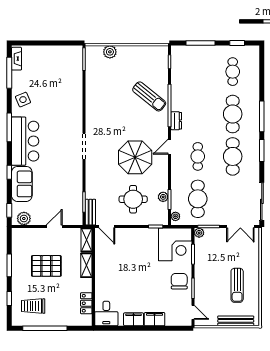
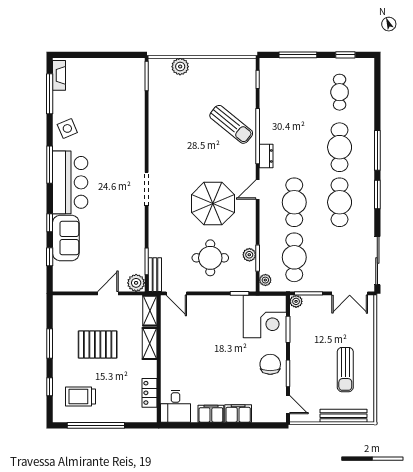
cafe table: (198, 156) -> (294, 202), width x1.37, depth x1.35
window: (9, 210) -> (50, 257), moved
plant: (24, 218) -> (136, 283), moved

